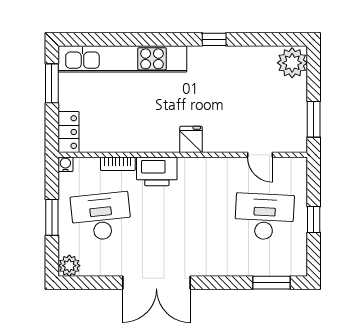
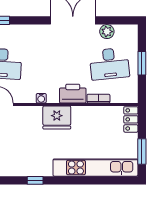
fridge: (191, 139) -> (57, 117), width x1.88, depth x1.34
water cooler: (65, 164) -> (41, 98), moved
plant: (69, 266) -> (107, 32), moved

